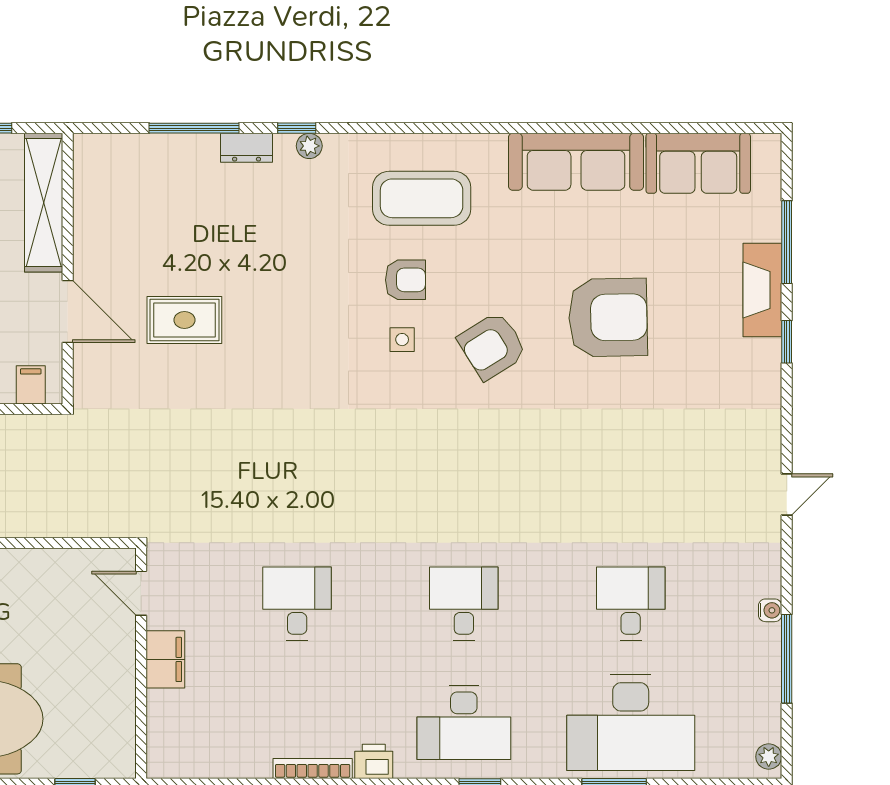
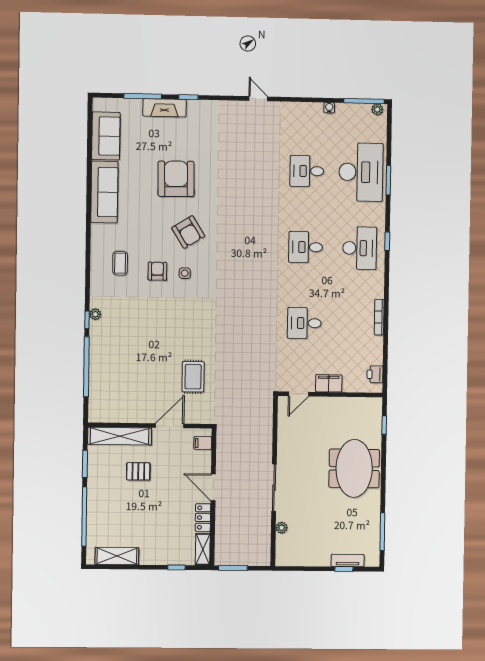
window: (194, 128) -> (86, 367), width x1.46
dresser: (247, 148) -> (96, 343), removed
coffee table: (422, 198) -> (120, 263), width x0.54, depth x0.58
rug: (184, 320) -> (193, 377), moved
water cooler: (770, 610) -> (329, 108), moved
window: (787, 659) -> (364, 101), moved
printer: (374, 761) -> (375, 374), moved

